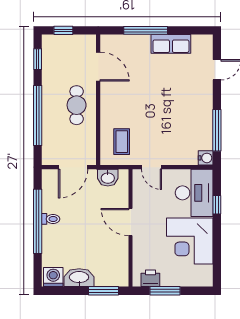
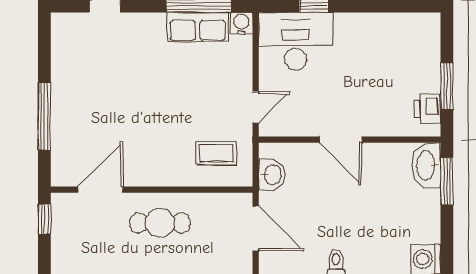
window: (63, 30) -> (44, 219), moved
row of seats: (171, 44) -> (198, 27), moved, turned 90
door: (131, 222) -> (341, 140), hinge flipped
corner desk: (190, 241) -> (370, 48), removed
washbasin: (79, 278) -> (427, 166), moved

